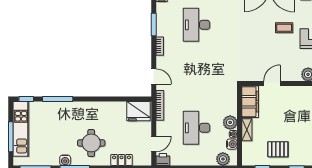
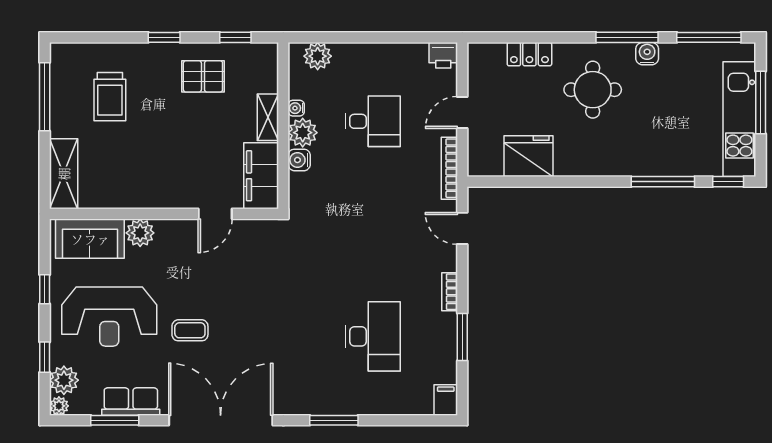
fridge: (138, 111) -> (529, 156), moved
desk: (197, 128) -> (373, 121), width x0.73
door: (154, 144) -> (462, 112), moved
water cooler: (232, 144) -> (299, 160), moved

